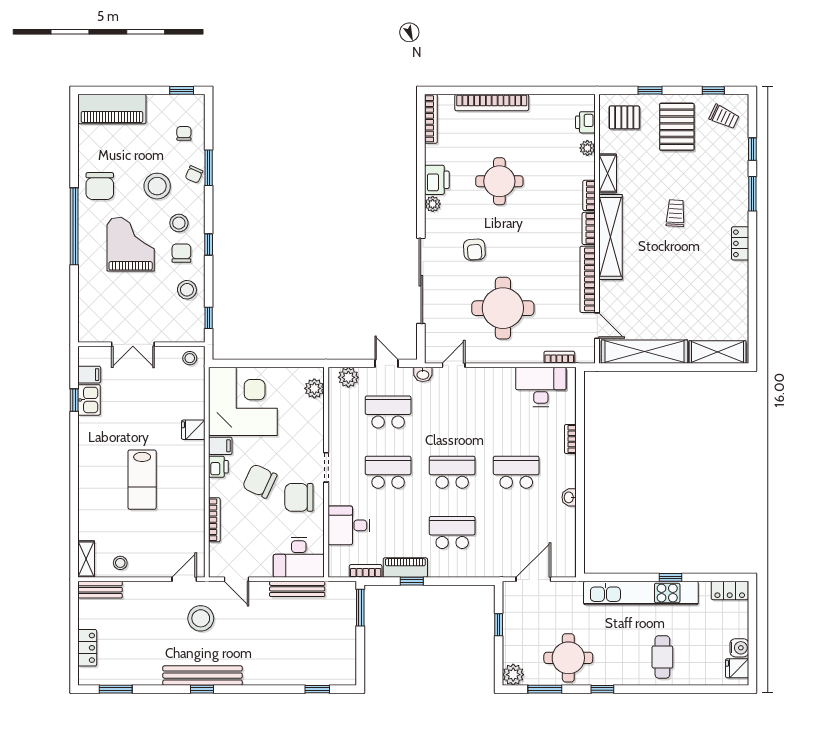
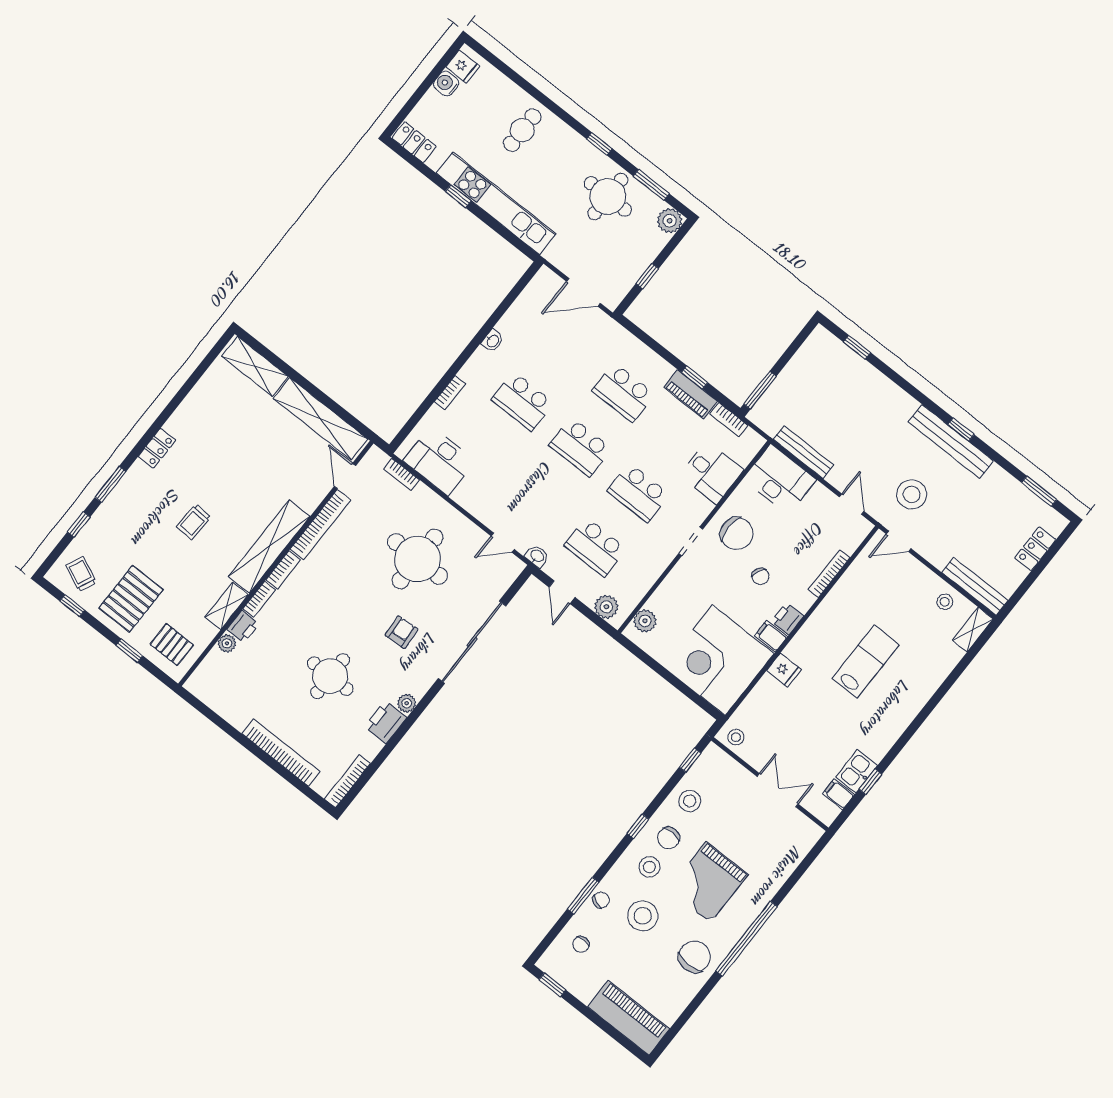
printer: (585, 122) -> (243, 627), moved
chair: (260, 481) -> (760, 576), width x0.54, depth x0.54
bench: (100, 590) -> (975, 586), width x1.36

